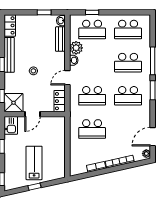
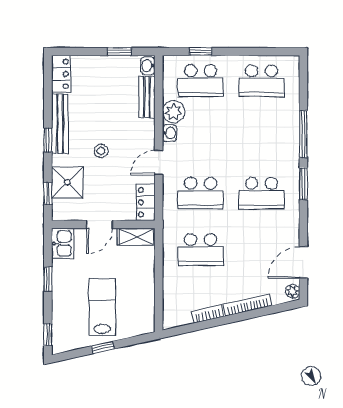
school desk: (128, 63) -> (262, 137), removed
shower: (14, 103) -> (67, 182), moved
shelving: (54, 121) -> (136, 237), added

